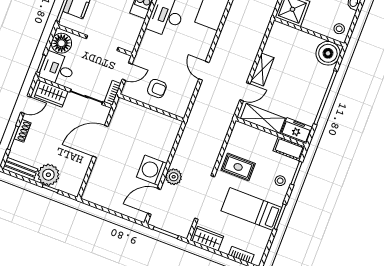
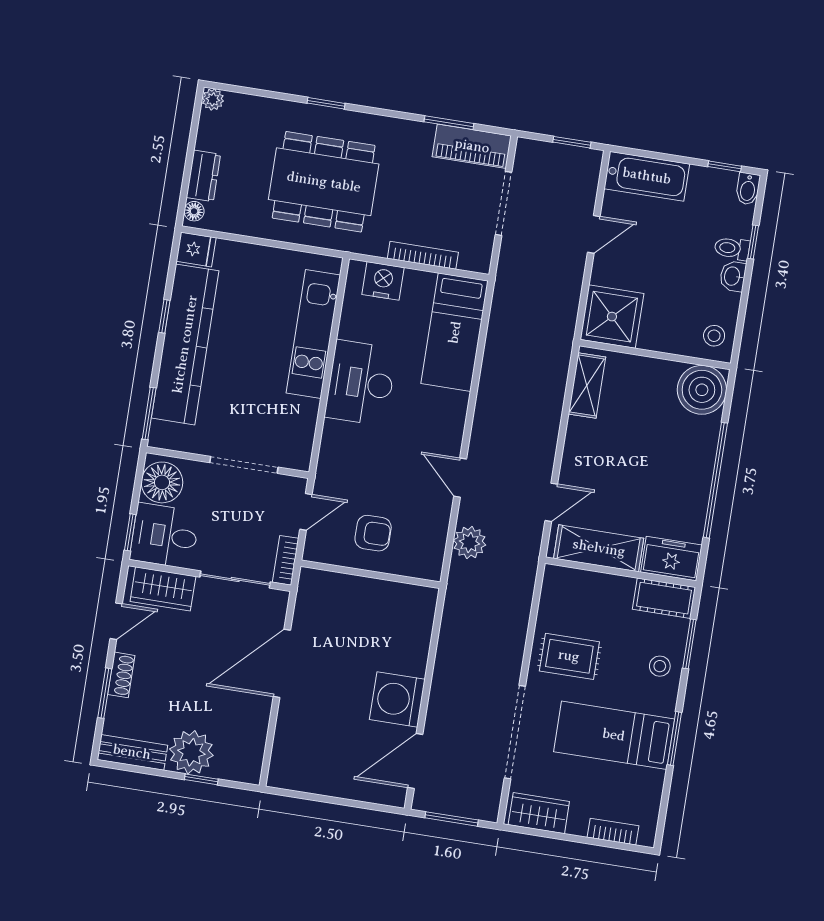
shelving: (262, 69) -> (587, 385), moved
plant: (174, 177) -> (470, 543), moved

